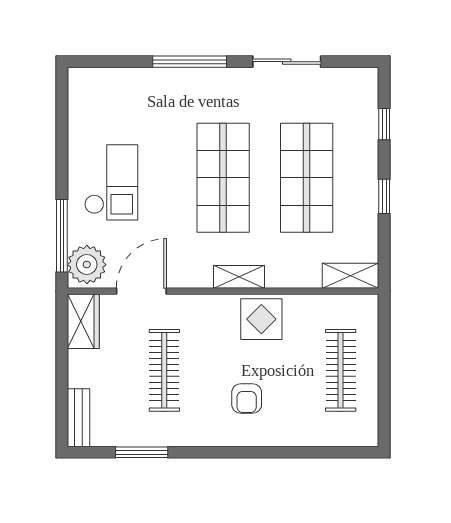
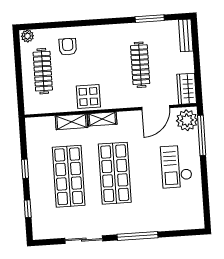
shelving: (351, 276) -> (72, 122), moved
armchair: (247, 398) -> (68, 47), moved
plant: (364, 435) -> (27, 36), added

